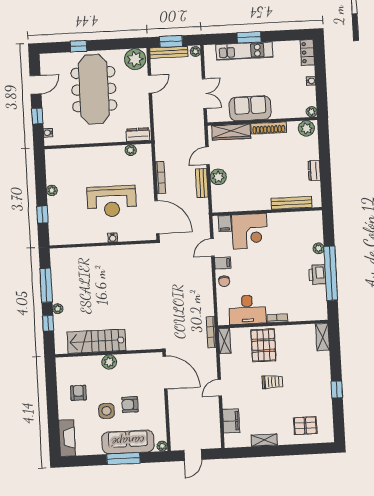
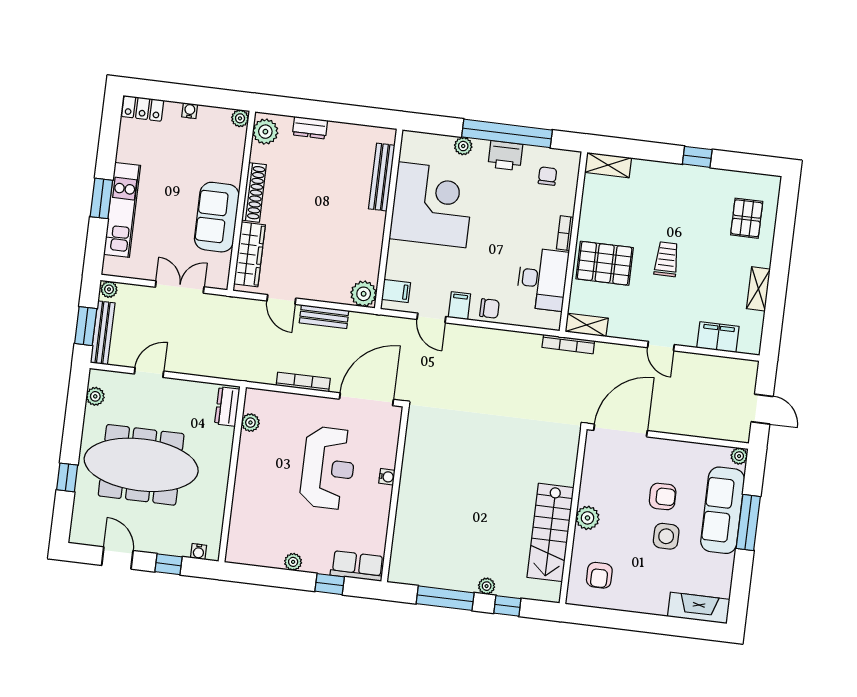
plant: (135, 59) -> (95, 396), width x0.53, depth x0.53
door: (150, 84) -> (149, 373), hinge flipped
dresser: (314, 170) -> (310, 128), moved
plant: (218, 177) -> (364, 294), moved
row of seats: (56, 229) -> (357, 566), added
corner desk: (250, 231) -> (432, 205), moved, width x1.36, depth x1.36
chair: (309, 302) -> (547, 176), added
armchair: (78, 393) -> (599, 575), moved, turned -90
armchair: (130, 405) -> (663, 496), turned -91

